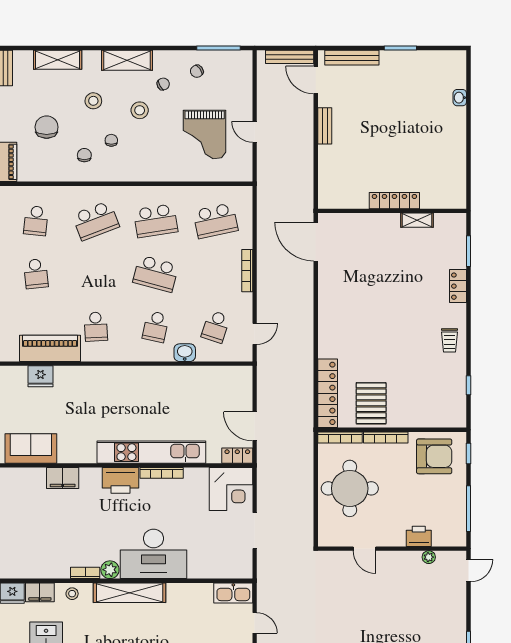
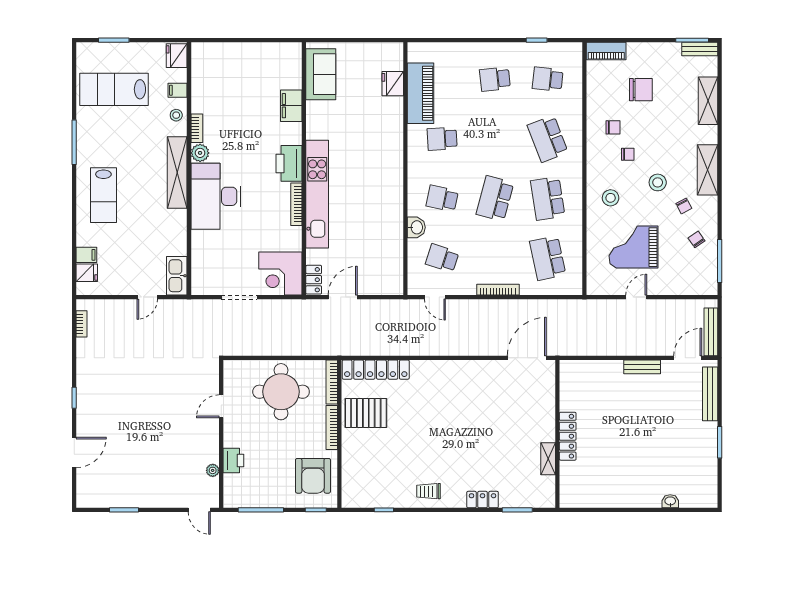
stool: (93, 101) -> (611, 198), moved
filing cabinet: (40, 592) -> (178, 90), width x0.50

